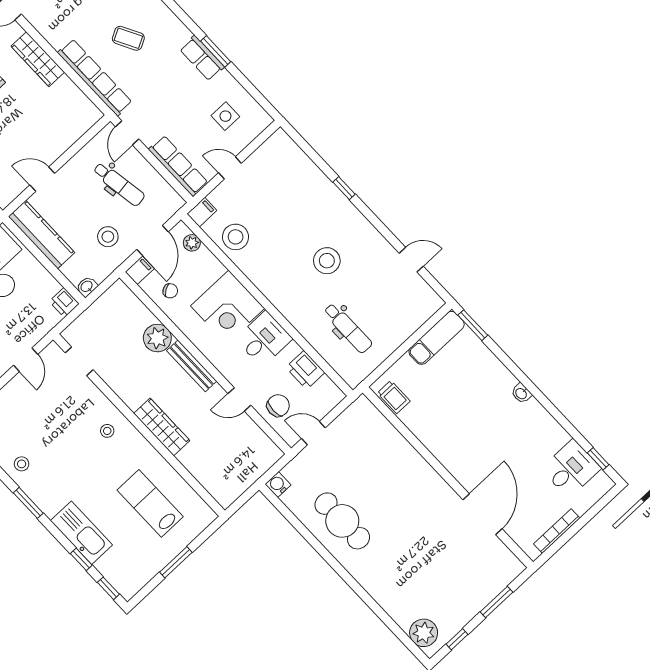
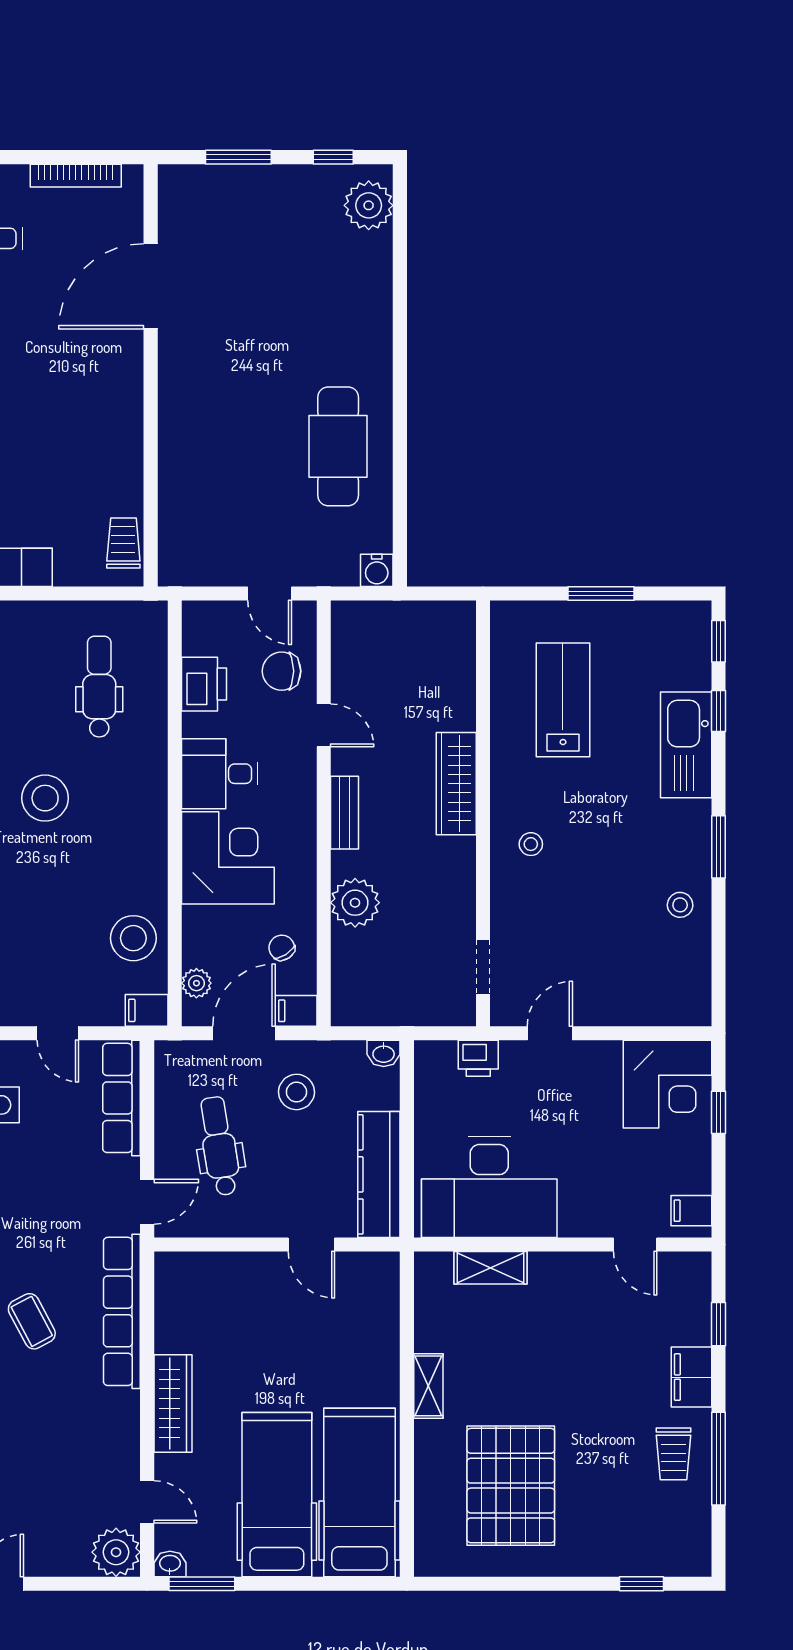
printer: (64, 303) -> (478, 1058), moved, turned 90
bench: (192, 366) -> (345, 813), width x0.73
lab bench: (150, 503) -> (563, 700), turned 180

